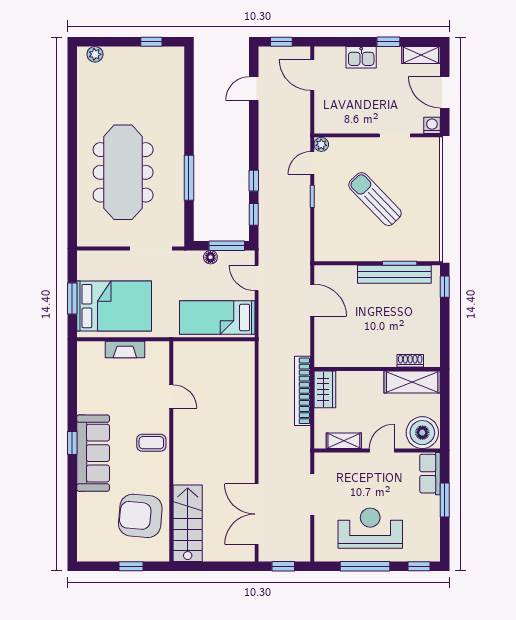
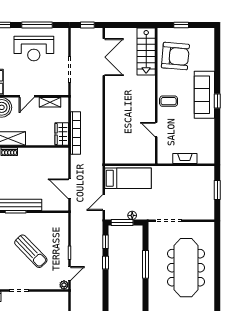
door: (257, 278) -> (104, 203), swing flipped
bed: (114, 306) -> (192, 185), removed

